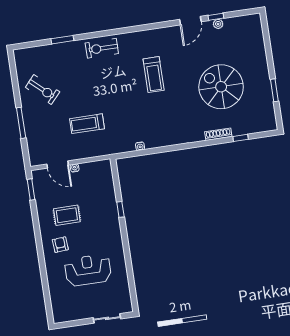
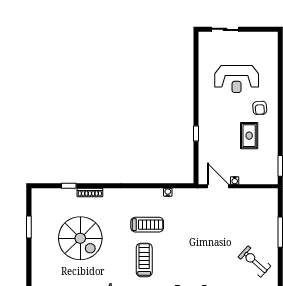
treadmill: (87, 124) -> (147, 225), moved
door: (58, 165) -> (218, 186), moved
rug: (67, 215) -> (249, 136), turned 90

